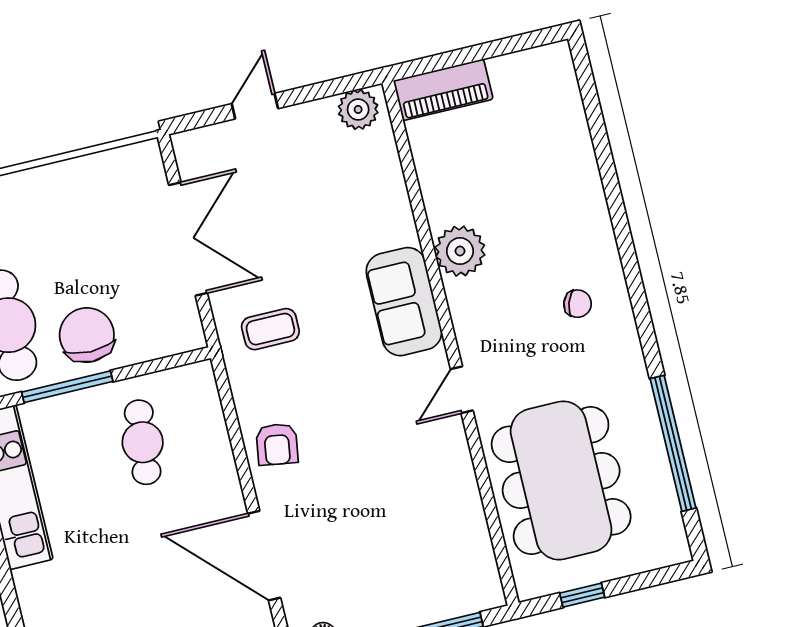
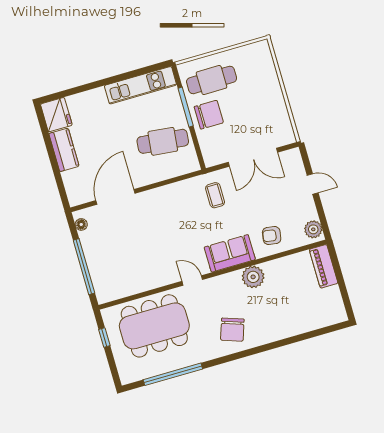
chair: (578, 304) -> (232, 330), width x1.87, depth x1.87
cafe table: (143, 442) -> (163, 141), width x1.37, depth x1.35
armchair: (277, 444) -> (272, 236), moved

